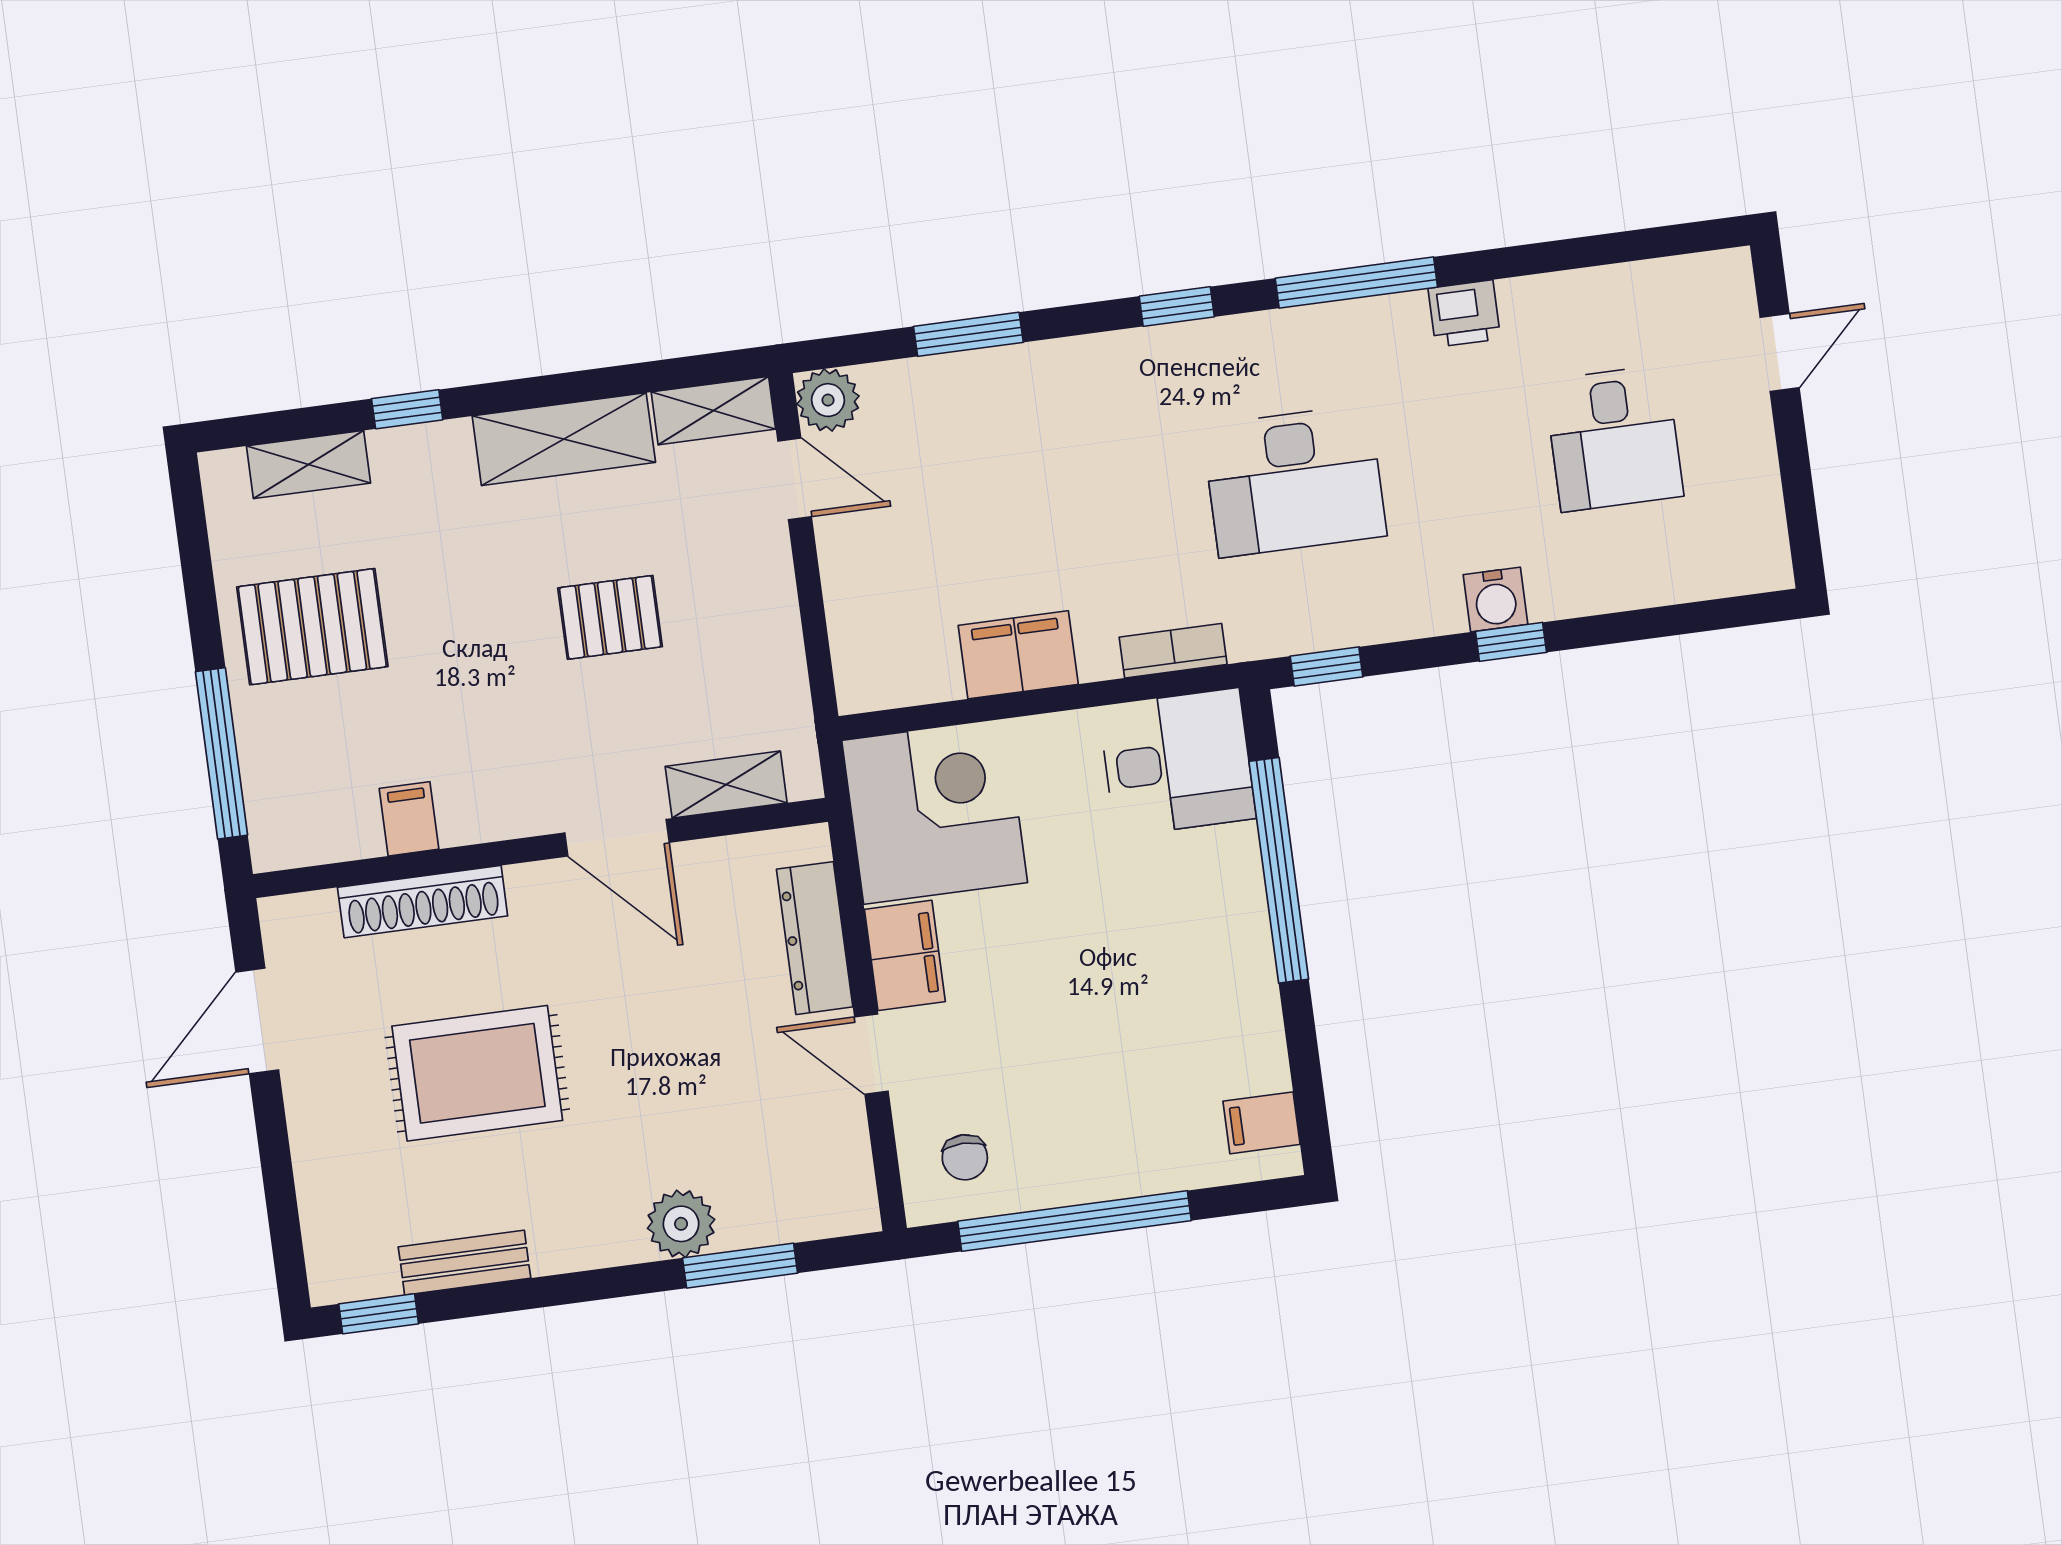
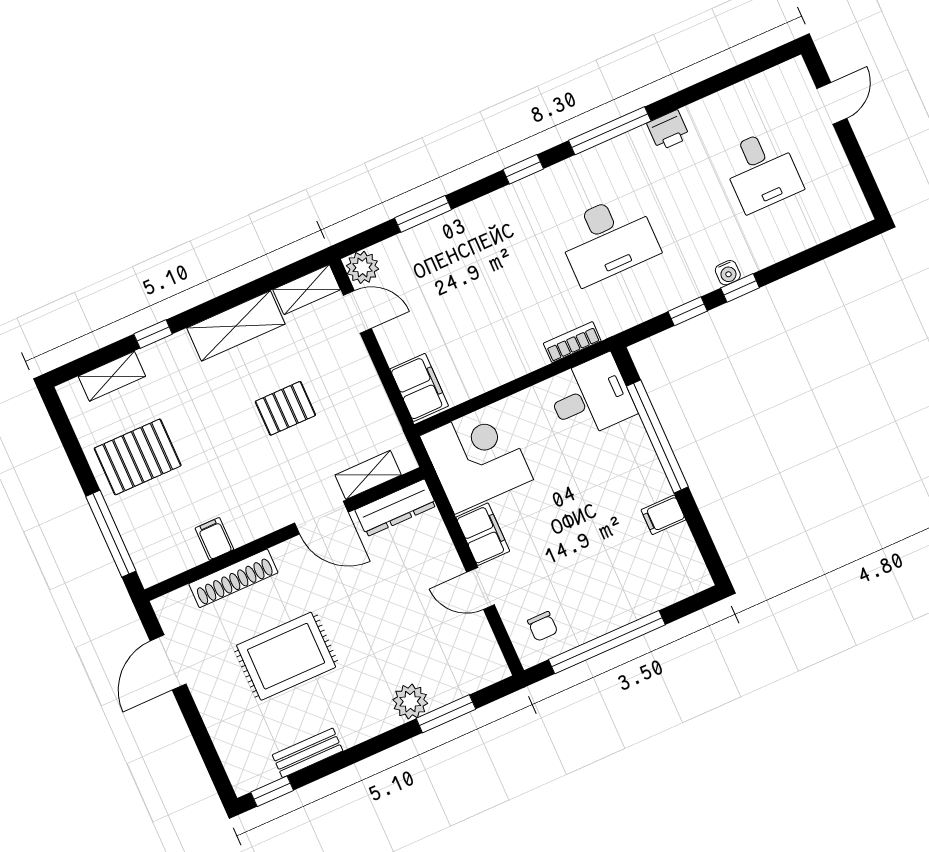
water cooler: (1496, 599) -> (728, 273), width x0.72, depth x0.72
filing cabinet: (1018, 655) -> (419, 387), moved, turned 90
window: (1327, 666) -> (688, 311), moved
dresser: (815, 938) -> (396, 508), moved, turned -90
filing cabinet: (1261, 1123) -> (663, 515), moved

